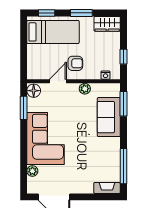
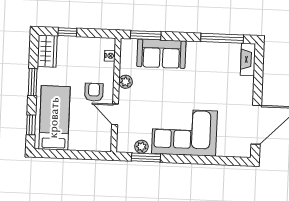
window: (123, 57) -> (67, 32), moved
floor lamp: (34, 91) -> (125, 144), removed
plant: (32, 171) -> (141, 147), moved

